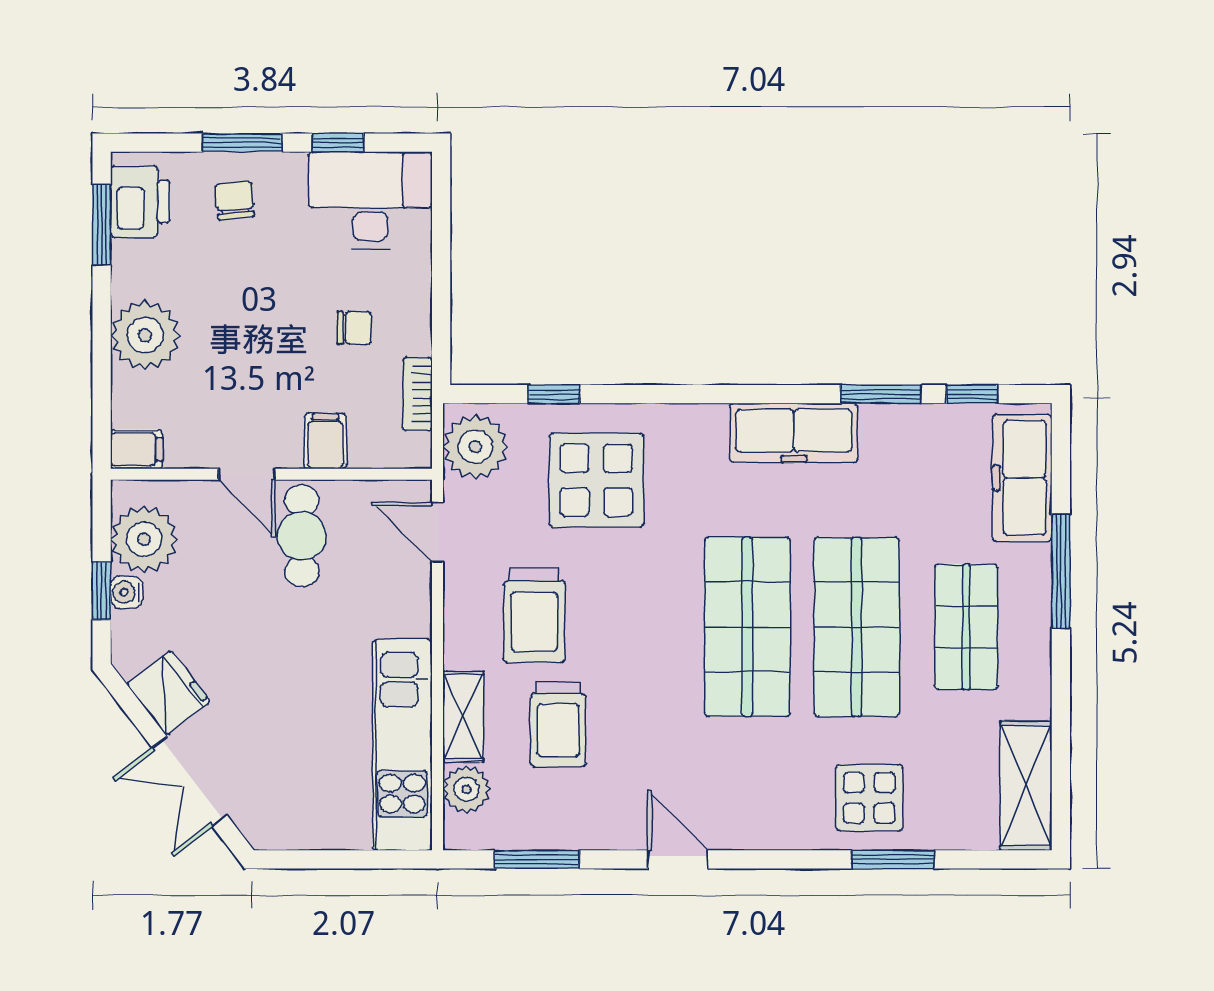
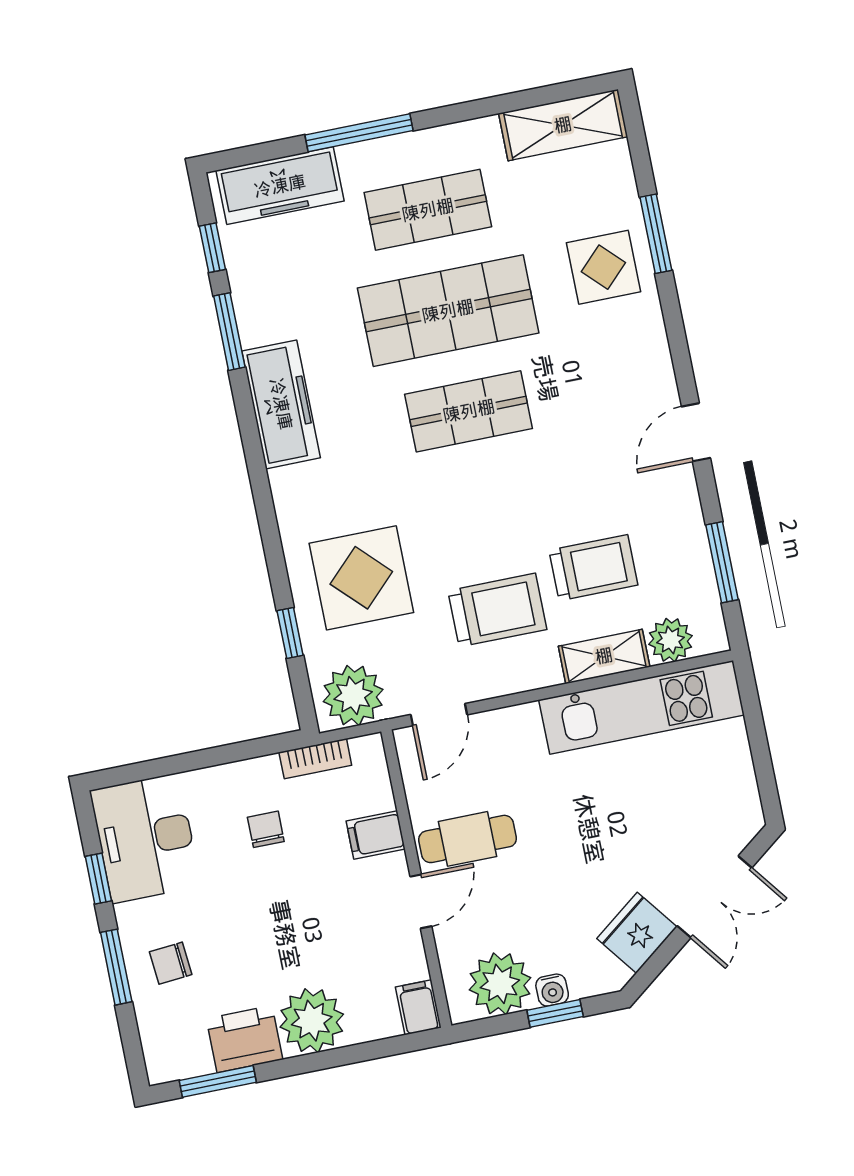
printer: (140, 202) -> (244, 1039), moved
shop shelf: (747, 627) -> (469, 411), width x0.70, depth x0.74

